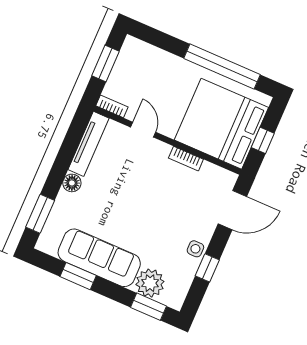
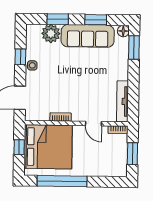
floor lamp: (72, 183) -> (123, 31), moved
window: (148, 307) -> (58, 19), moved

